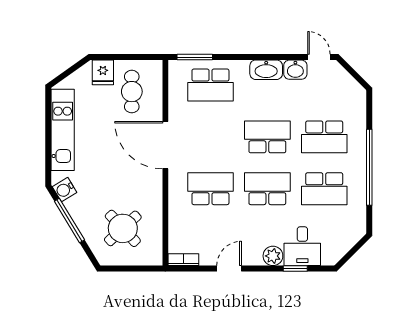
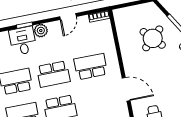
door: (165, 145) -> (126, 89), width x0.73
school desk: (210, 189) -> (91, 67), turned 180
round table: (123, 228) -> (153, 38), moved

